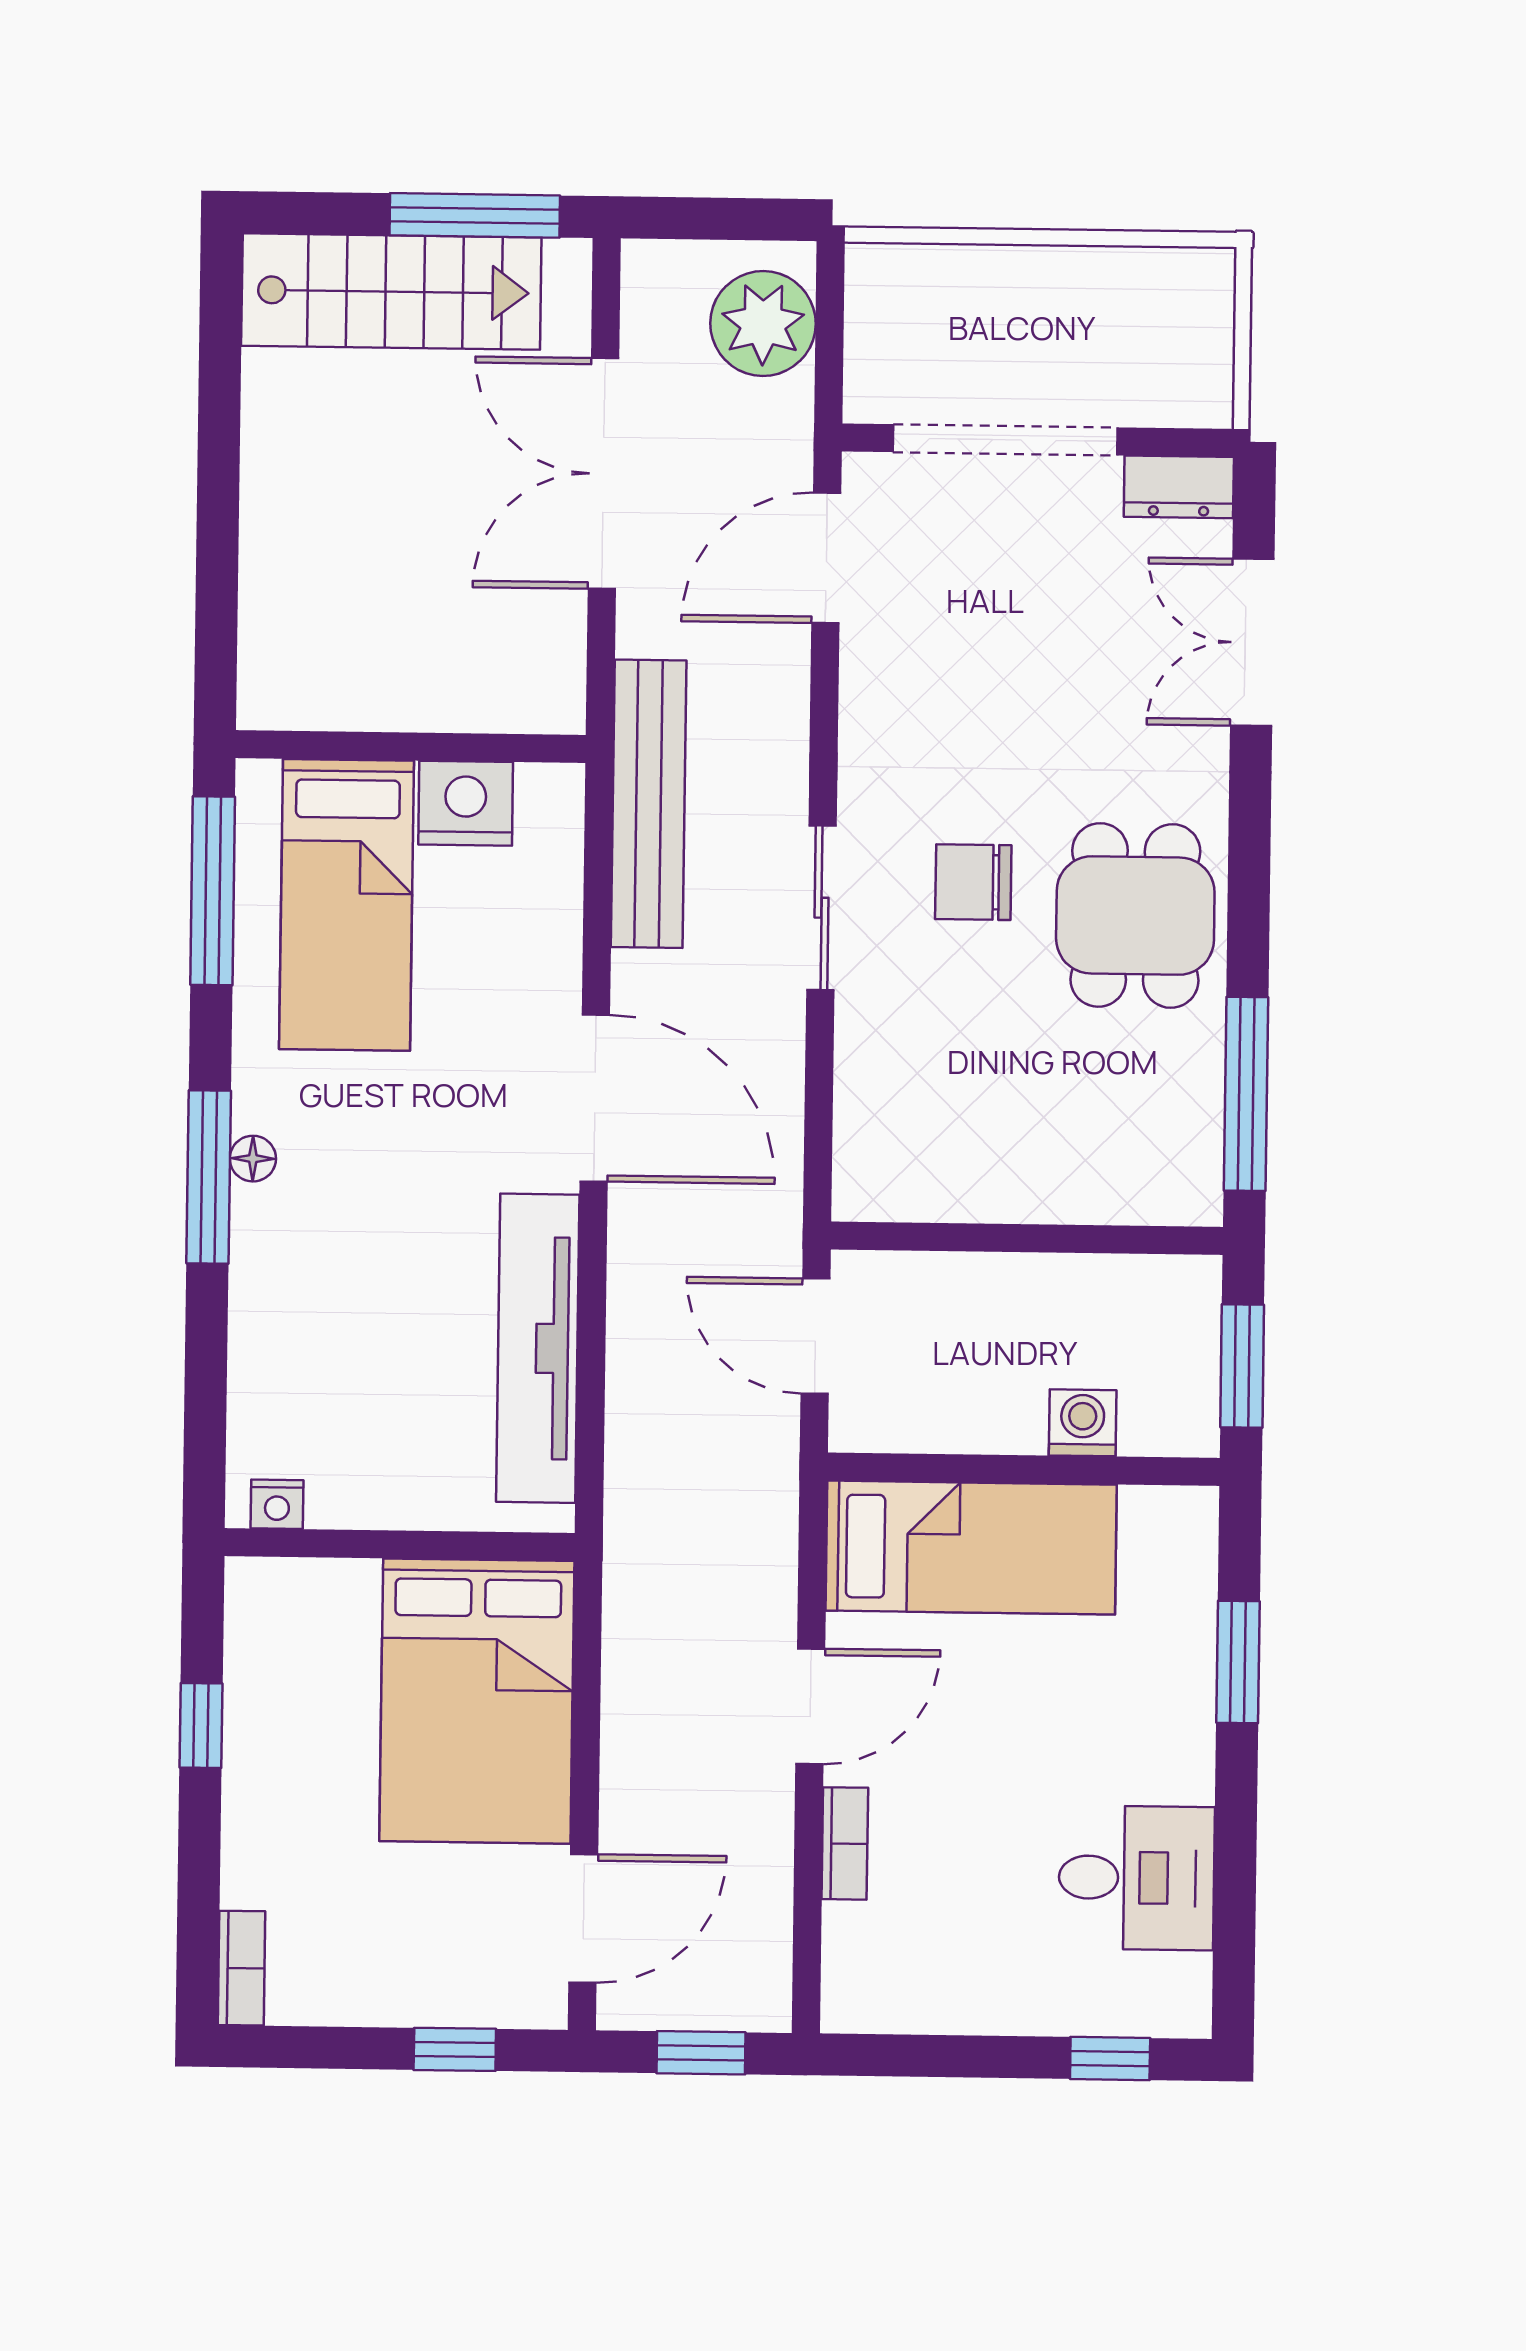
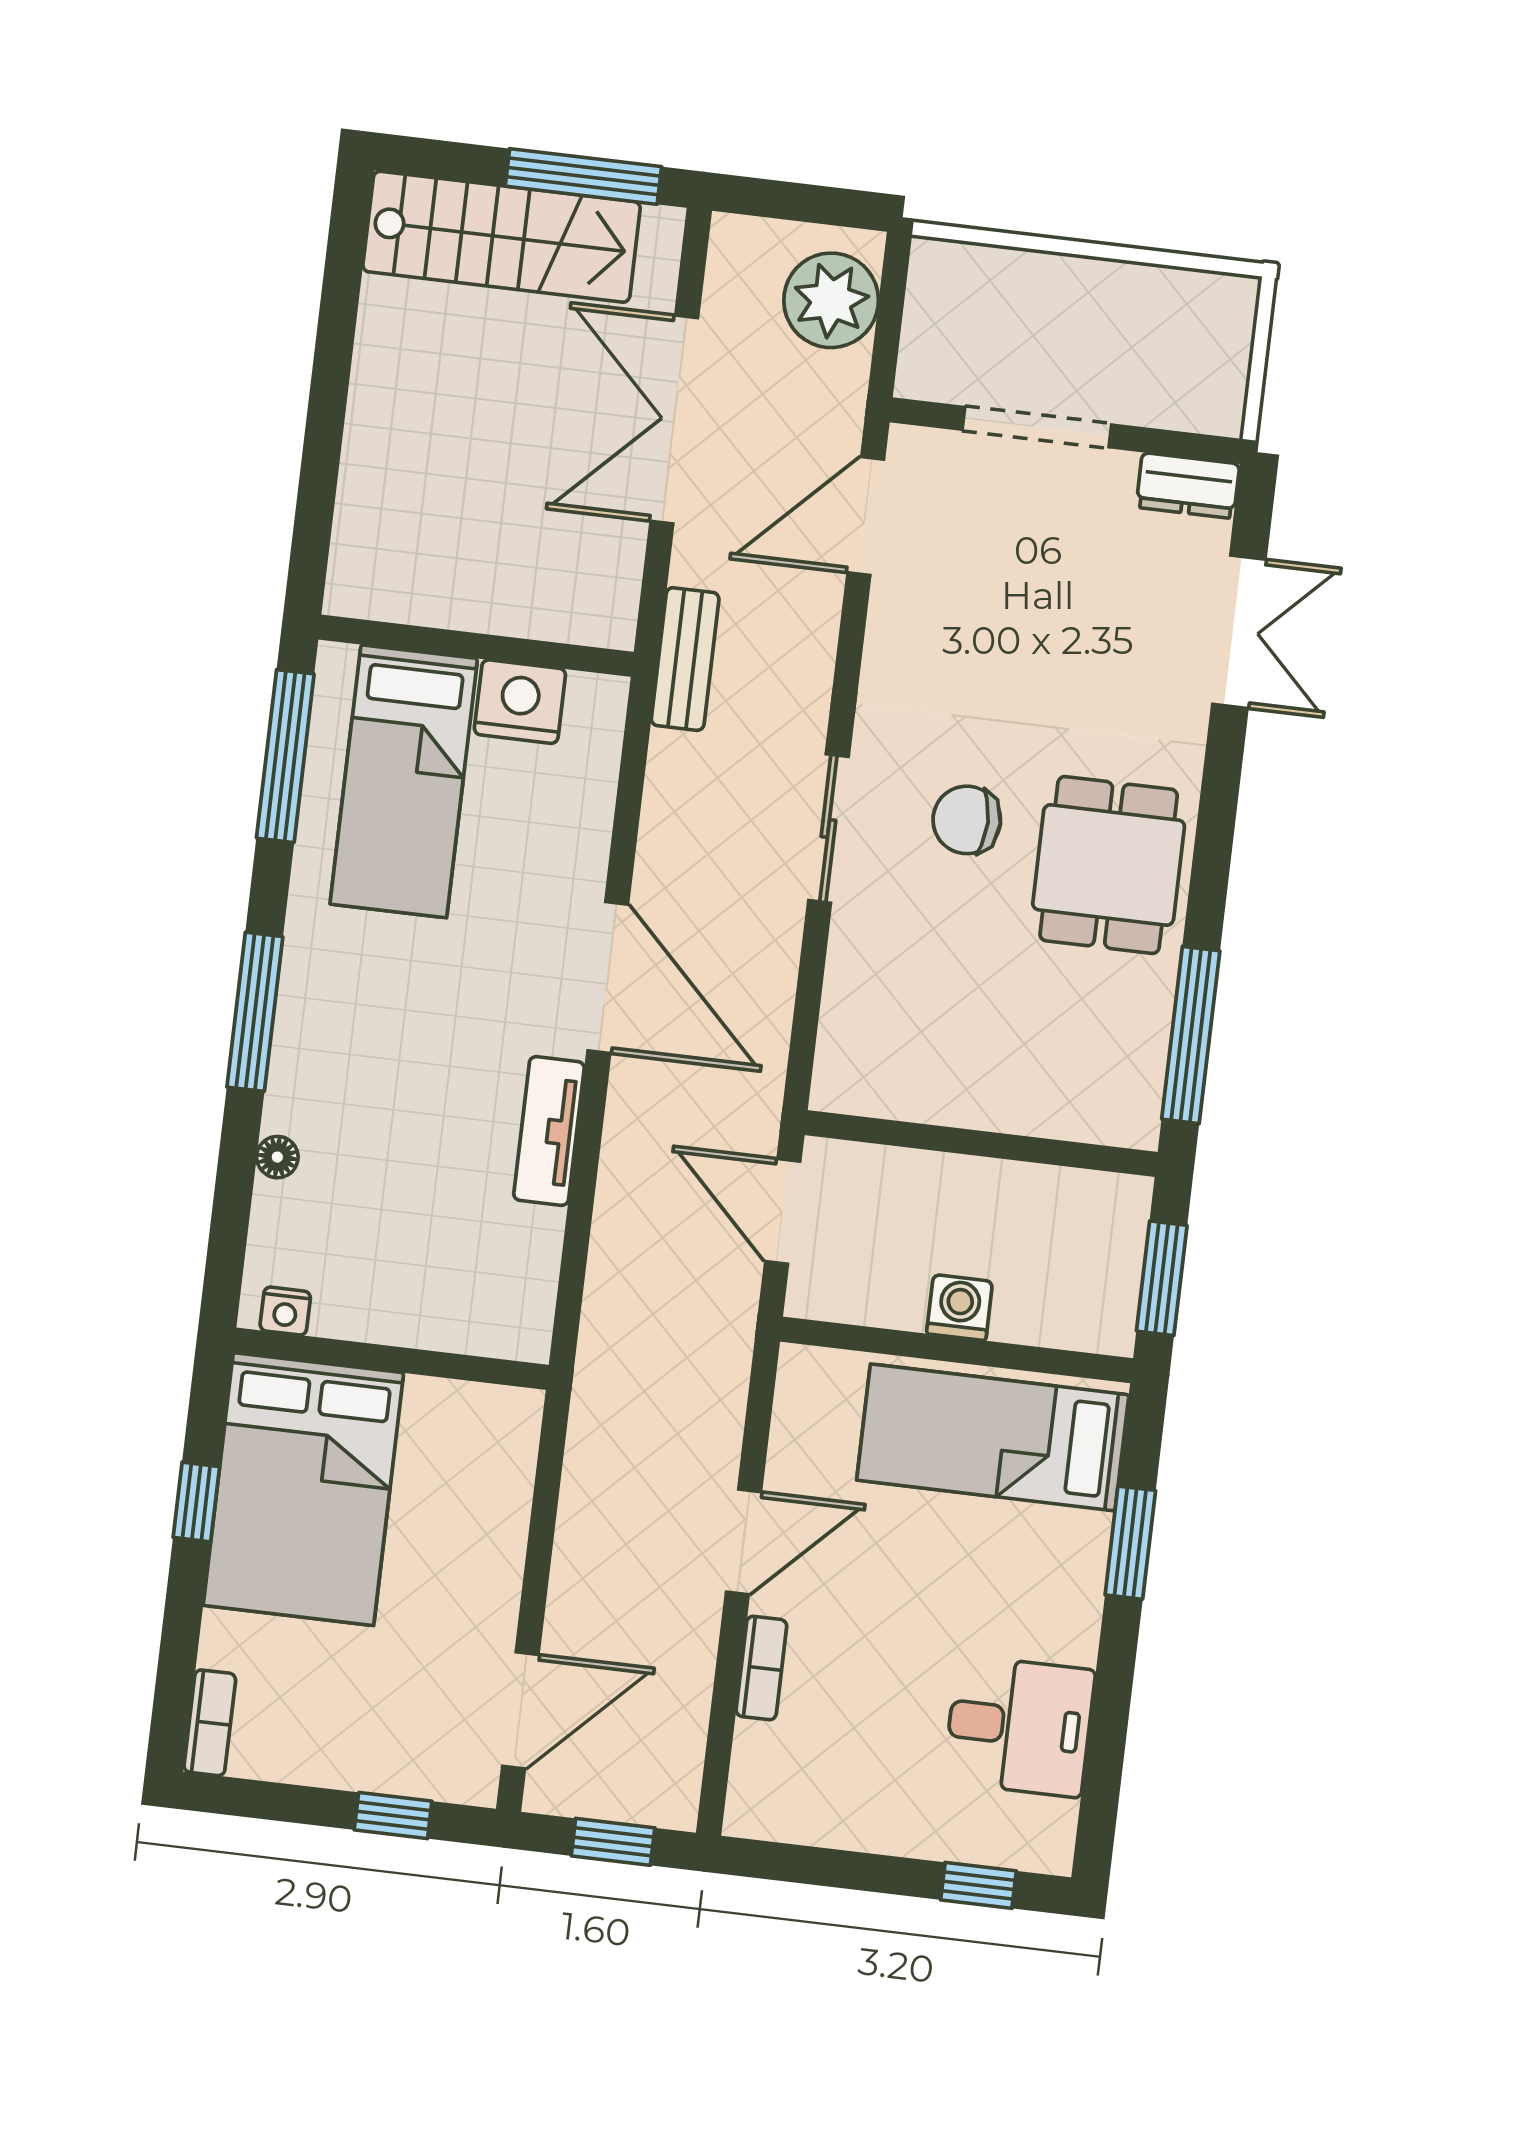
doorway: (1005, 440) -> (1037, 427), width x0.73
double door: (1252, 642) -> (1239, 632), swing flipped
bench: (649, 804) -> (685, 659), width x0.54, depth x0.82
floor lamp: (253, 1159) -> (277, 1157), moved
tv unit: (538, 1348) -> (549, 1131), width x0.52, depth x0.78
washing machine: (1083, 1423) -> (960, 1308), moved
bed: (971, 1548) -> (993, 1437), moved, turned 180
bed: (477, 1701) -> (303, 1489), moved

